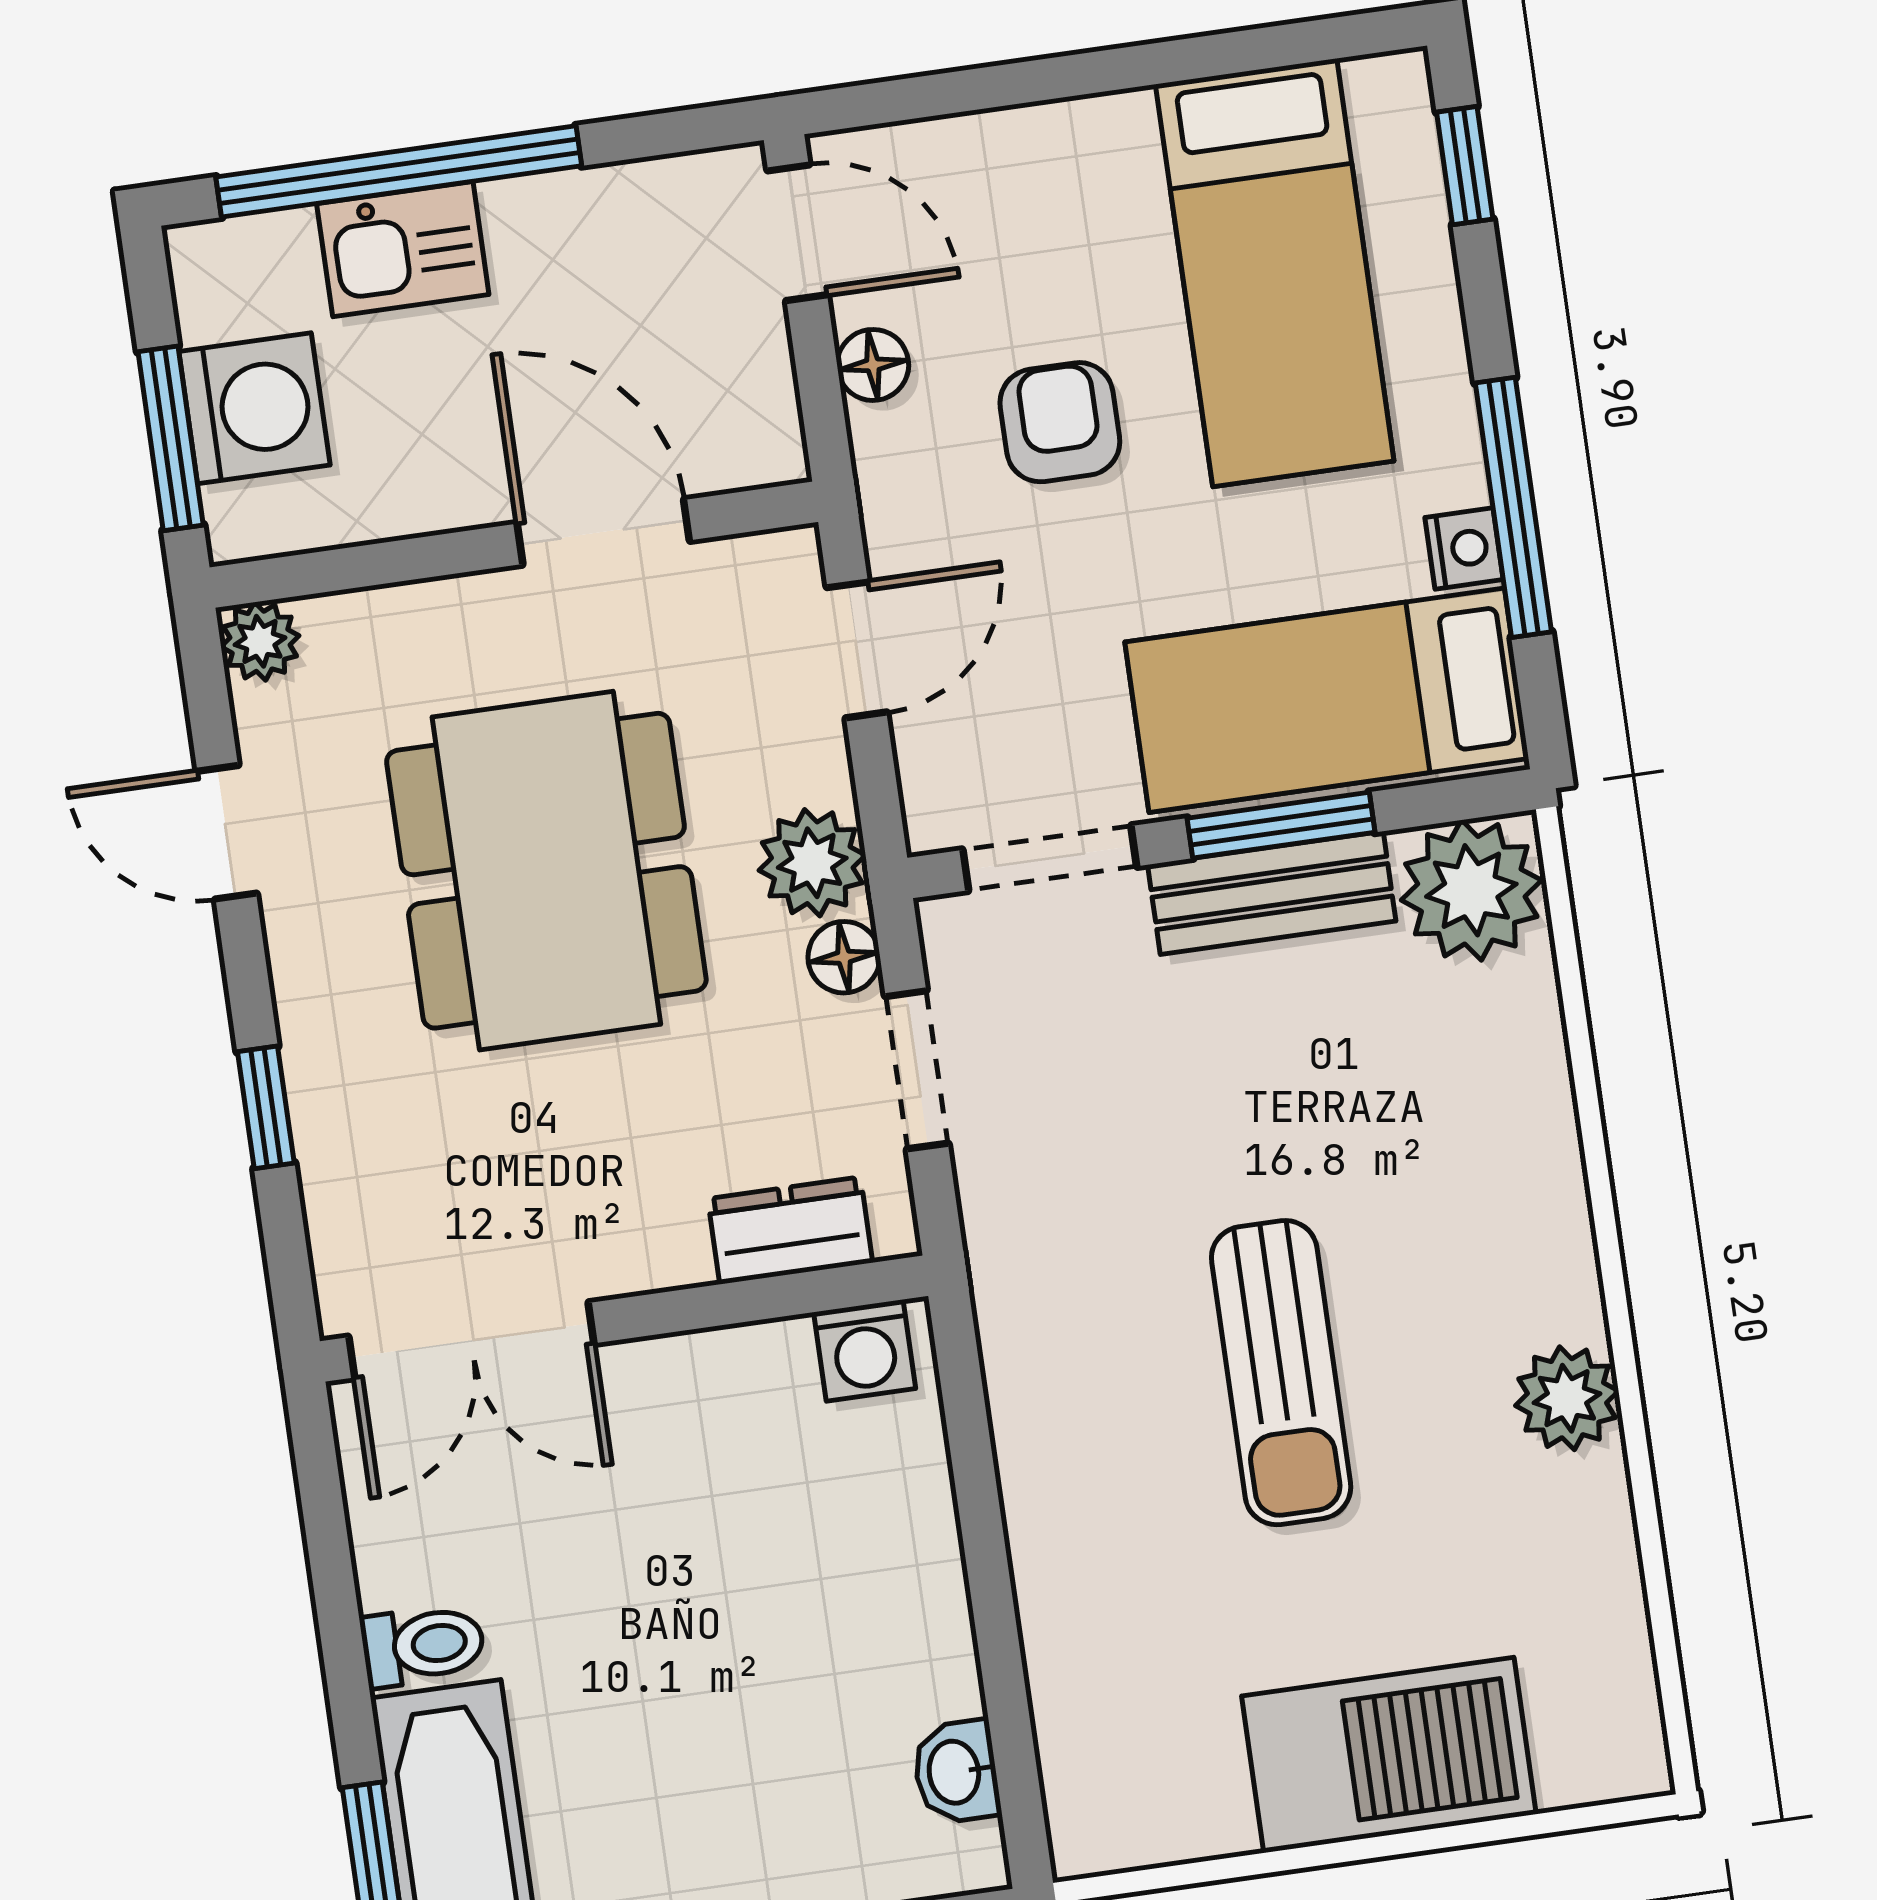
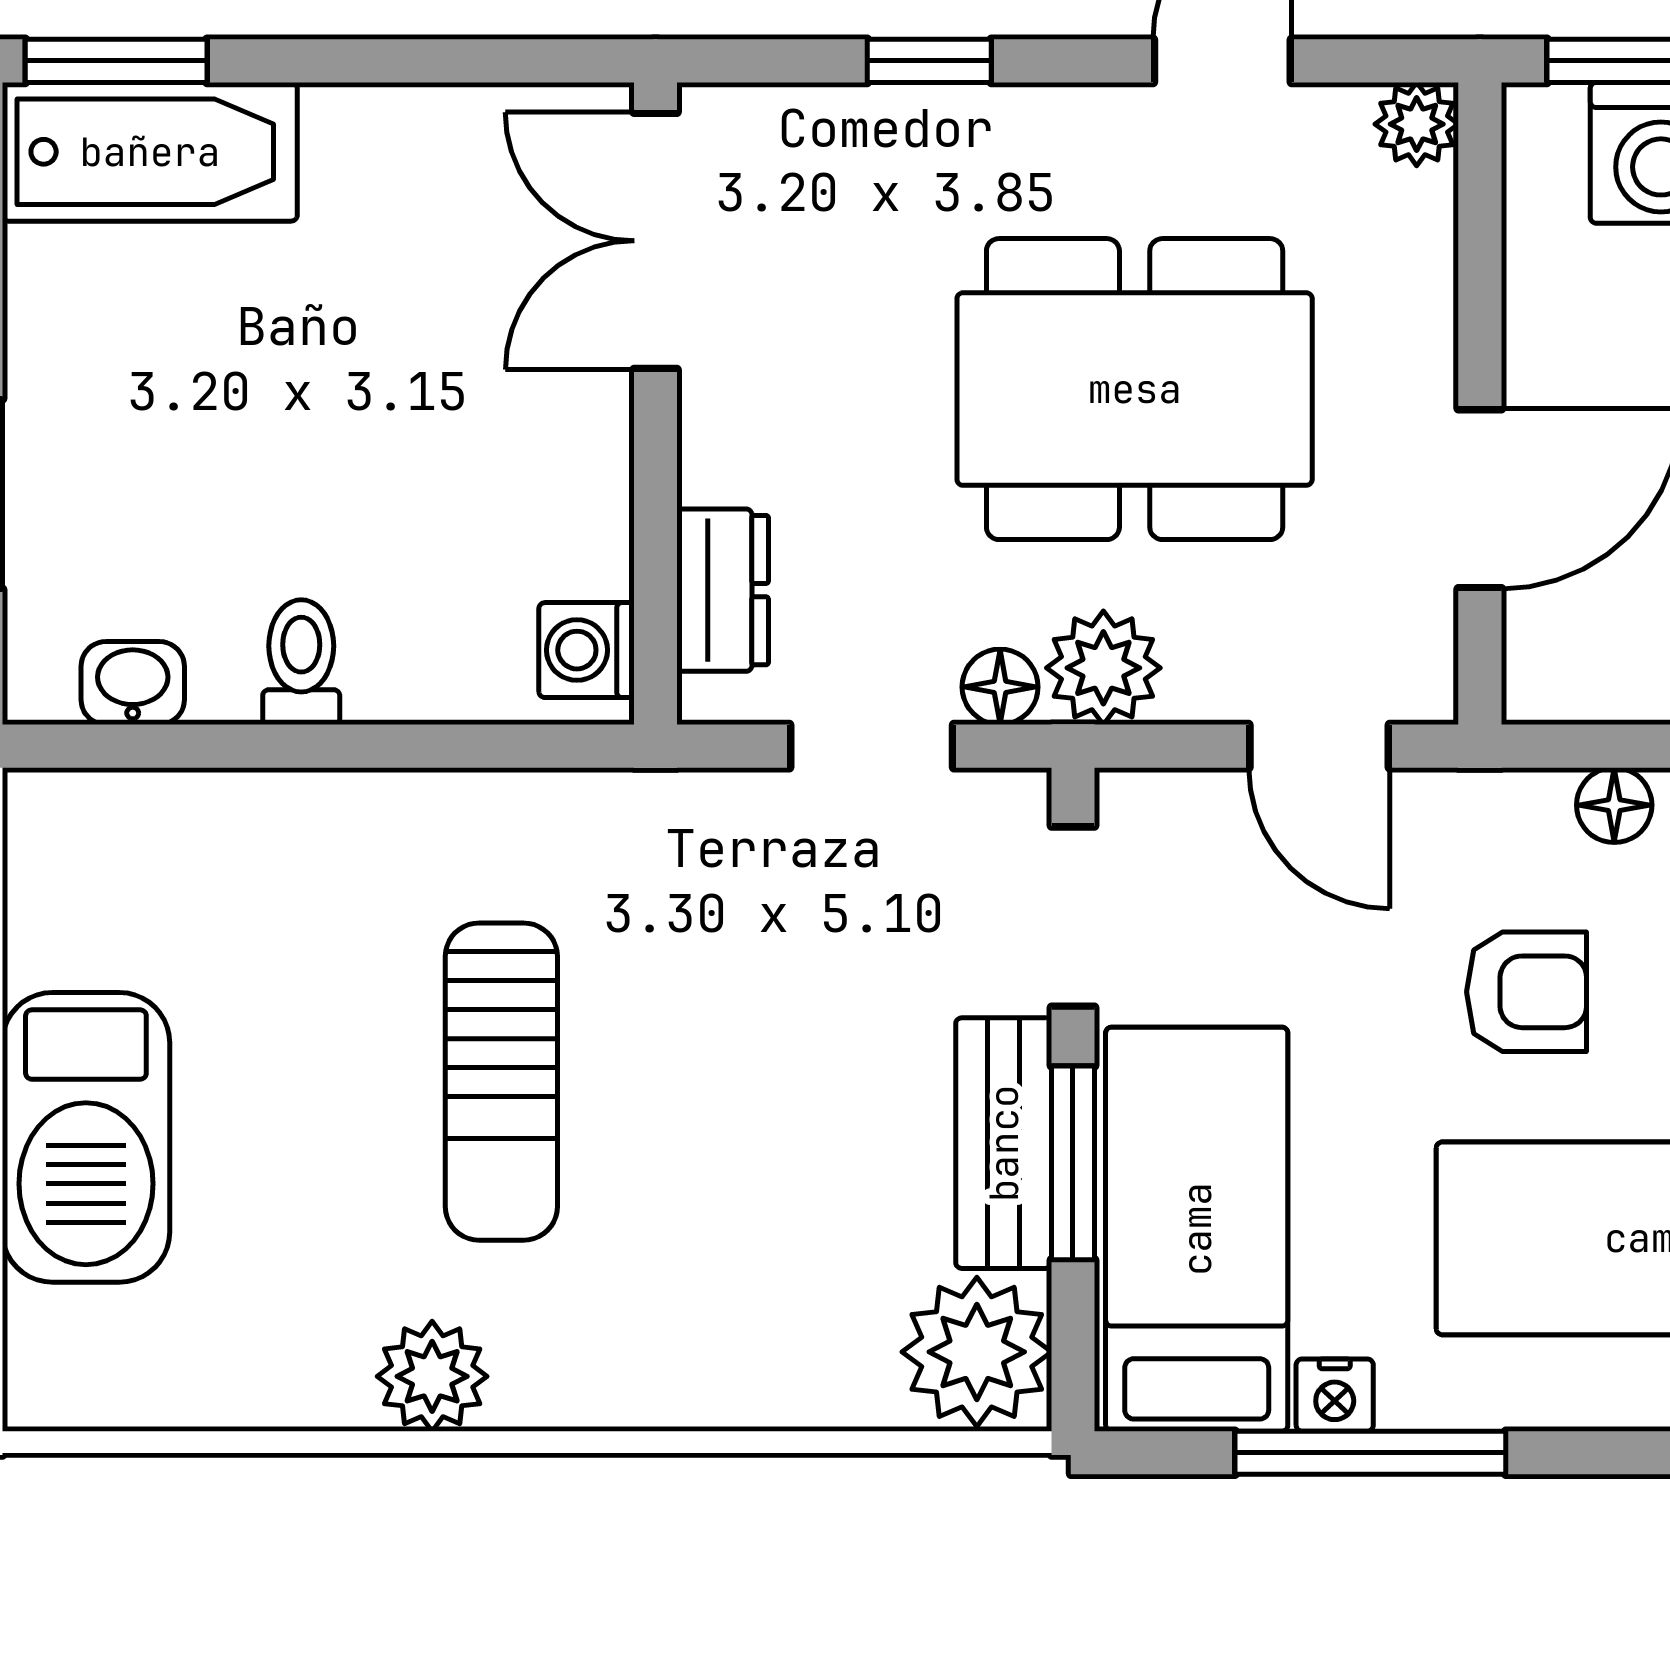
sun lounger: (1281, 1373) -> (501, 1082), turned -90
toilet: (423, 1645) -> (301, 662), moved, turned 180

